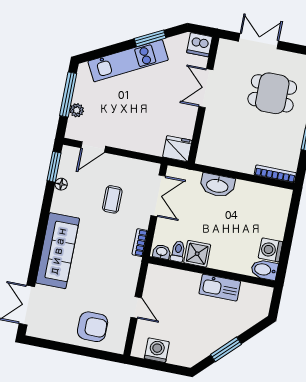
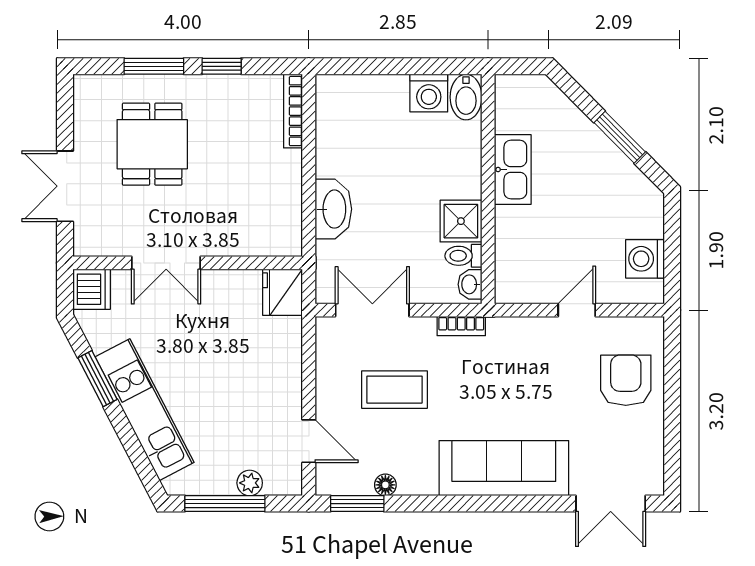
coffee table: (112, 199) -> (394, 390), width x1.36, depth x1.30

